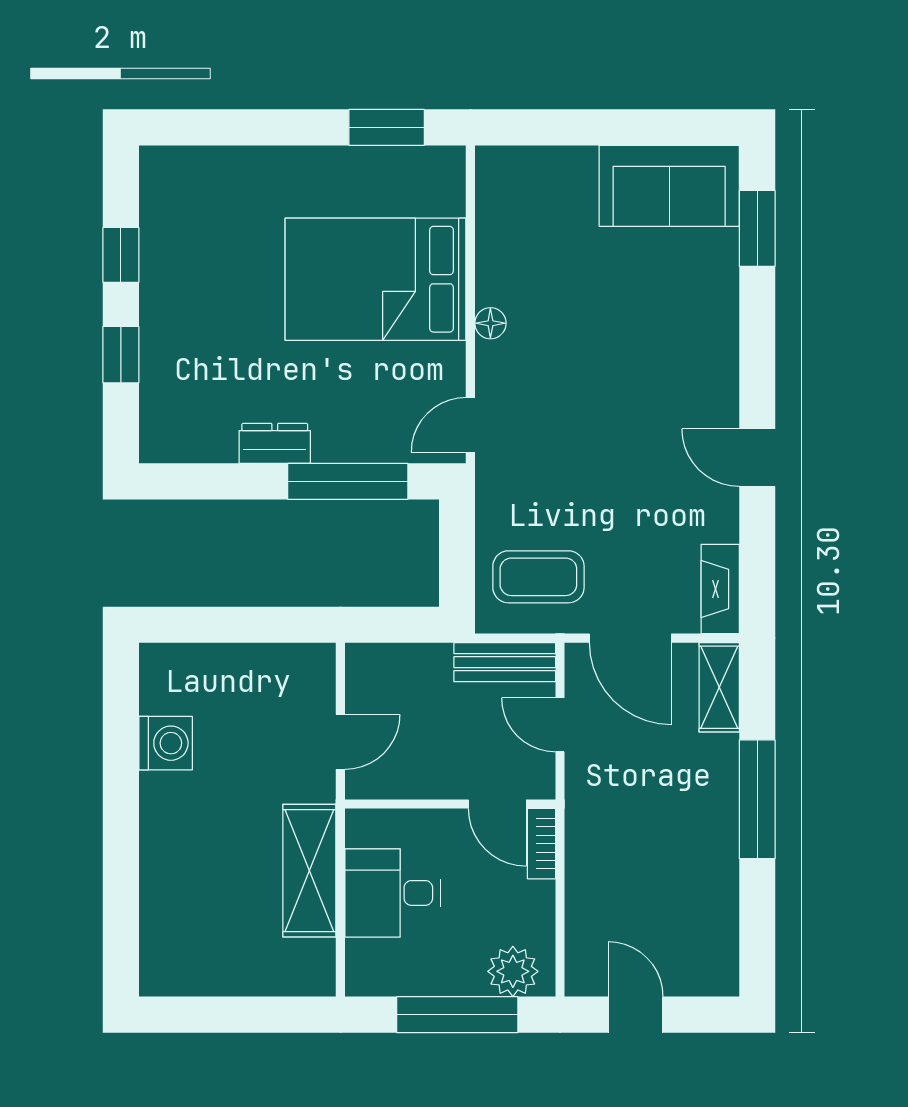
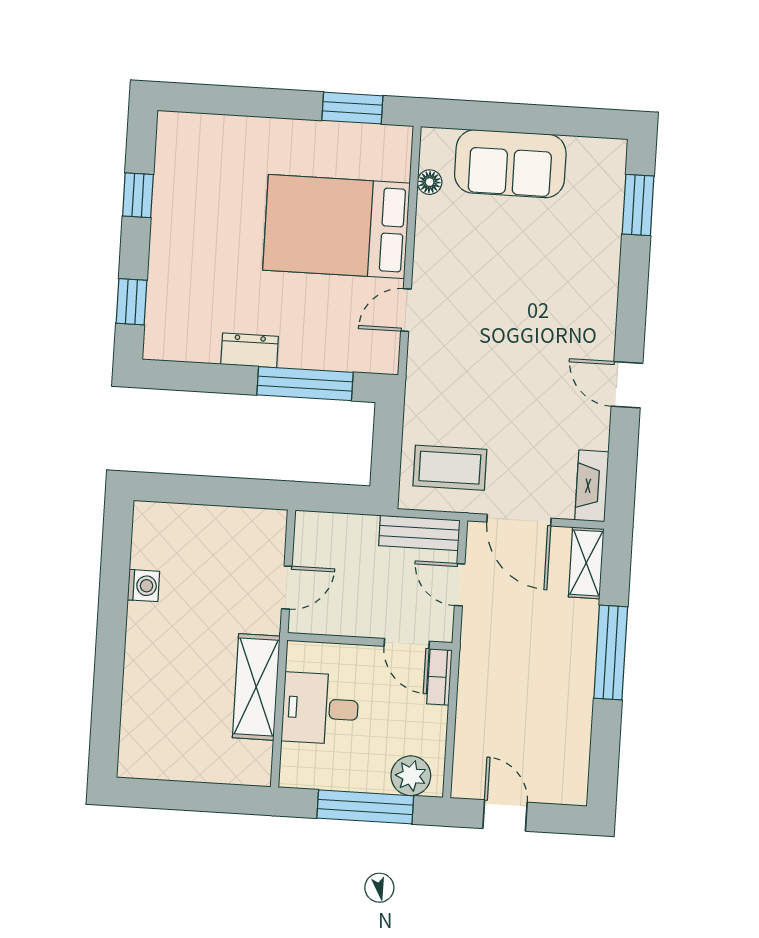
sofa: (669, 186) -> (510, 164), moved
floor lamp: (490, 323) -> (430, 182), moved
window: (121, 355) -> (131, 302), moved
door: (470, 425) -> (406, 310), moved
washing machine: (166, 743) -> (143, 586), width x0.73, depth x0.73

